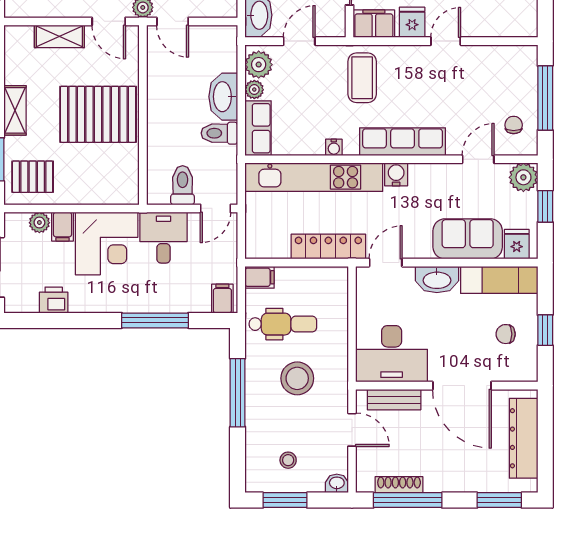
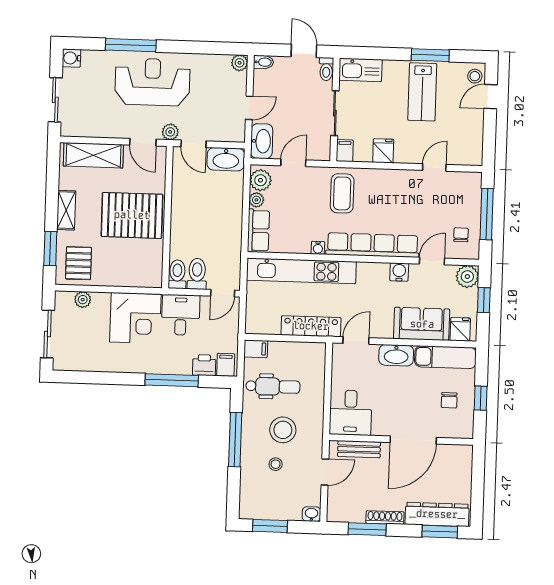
filing cabinet: (374, 24) -> (345, 151), width x0.50
shelving: (59, 36) -> (93, 155), width x1.50, depth x1.33
door: (446, 41) -> (434, 167), moved
washbasin: (223, 97) -> (226, 159), moved, turned -90
toilet: (219, 133) -> (177, 274), moved, turned 90
row of seats: (403, 142) -> (373, 245), width x1.36
water cooler: (396, 174) -> (399, 272), moved
pallet: (33, 177) -> (79, 263), turned 90
filing cabinet: (63, 227) -> (101, 303), removed
printer: (54, 300) -> (204, 365), moved
chair: (506, 334) -> (449, 400), turned -90
desk: (392, 354) -> (351, 413), width x0.73
door: (462, 386) -> (413, 440), hinge flipped
door: (352, 430) -> (325, 472), hinge flipped
dresser: (524, 438) -> (437, 514), moved, turned 90
stool: (288, 460) -> (276, 464), moved
shoe rack: (399, 485) -> (385, 518), moved
window: (408, 500) -> (367, 529), width x0.69

